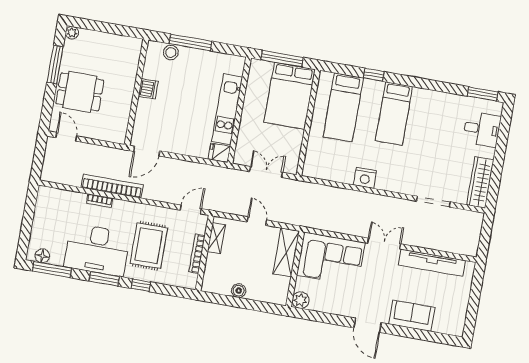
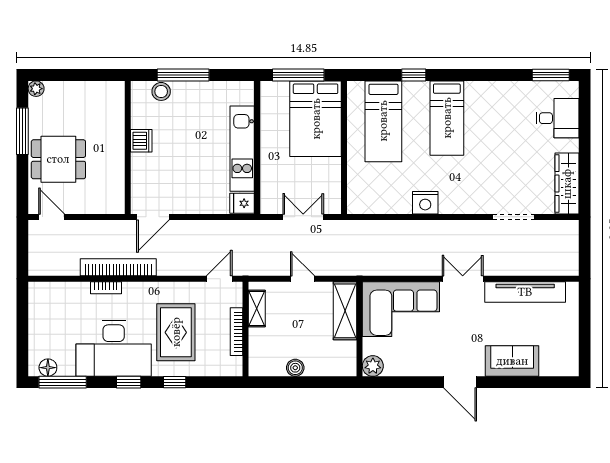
window: (104, 279) -> (129, 382), width x0.67

